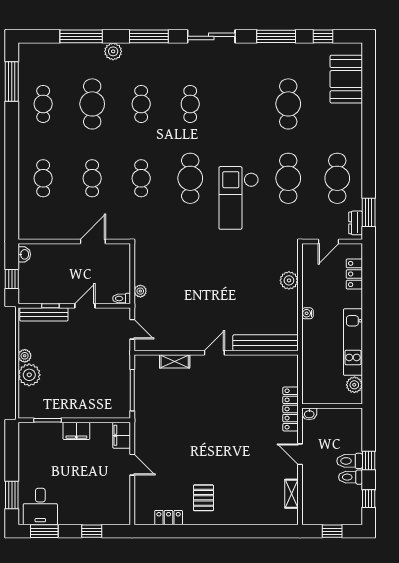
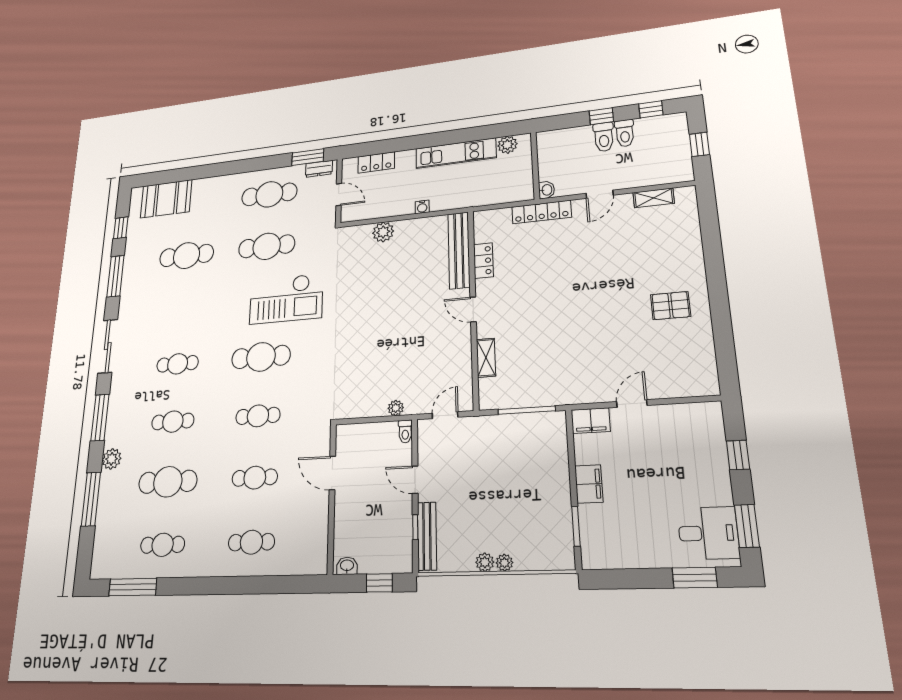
plant: (29, 375) -> (504, 563), width x0.53, depth x0.53
locker: (169, 518) -> (483, 261), moved, turned 180

